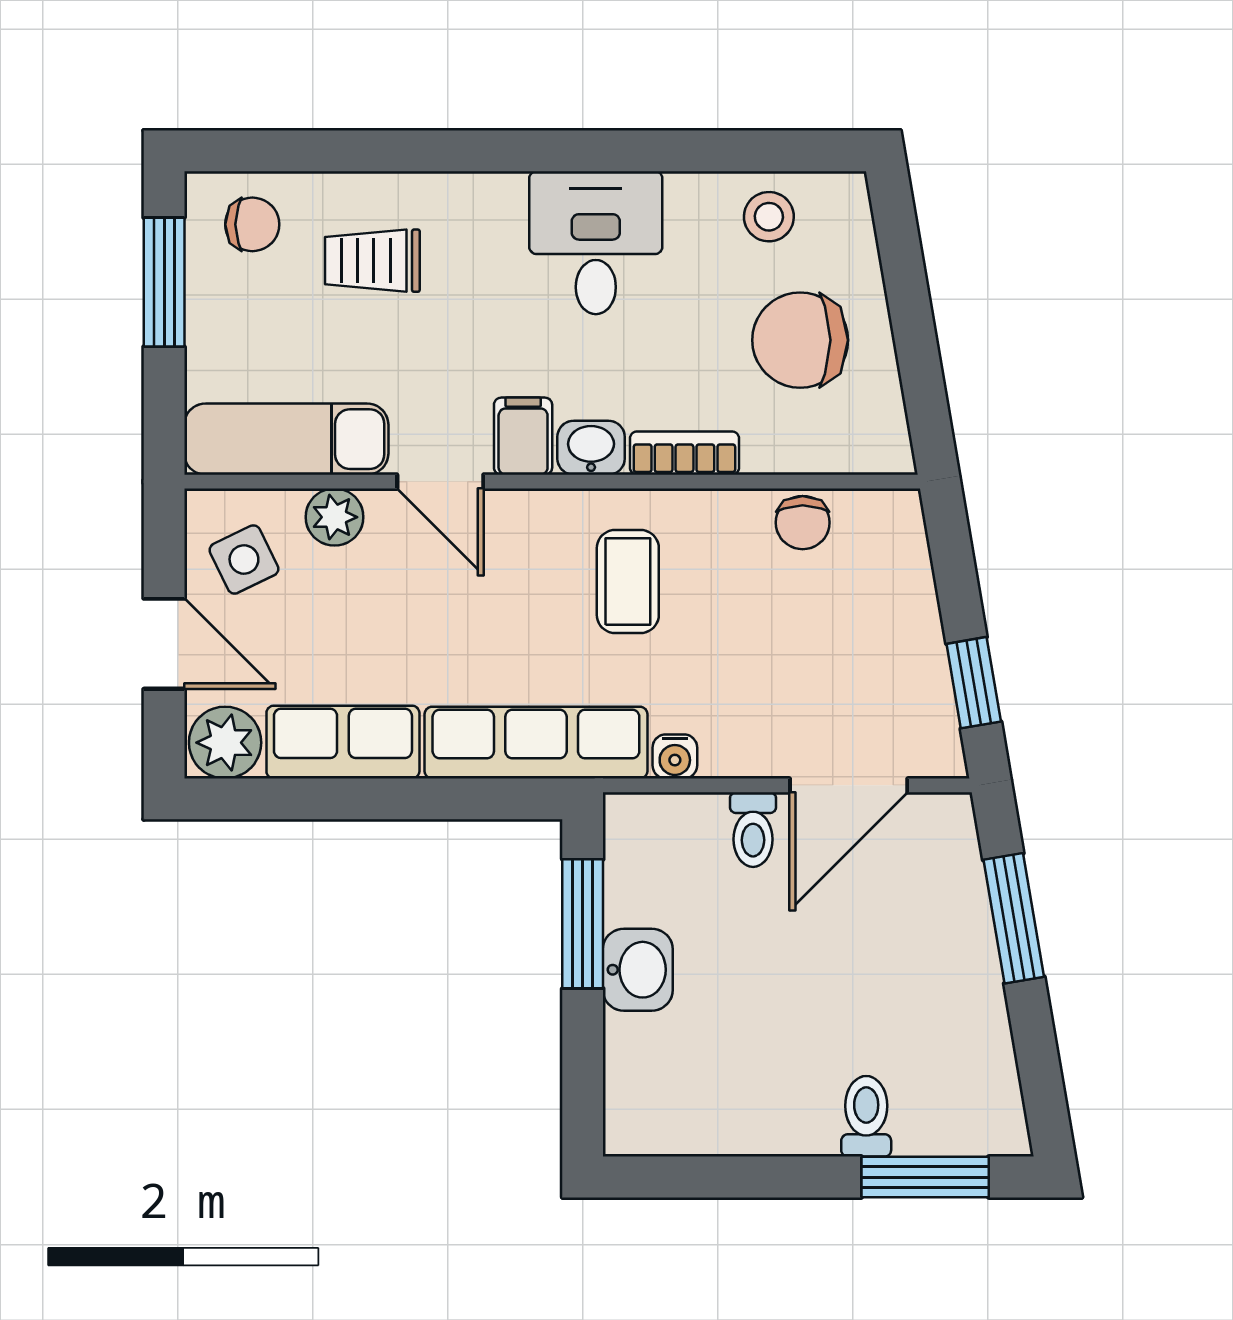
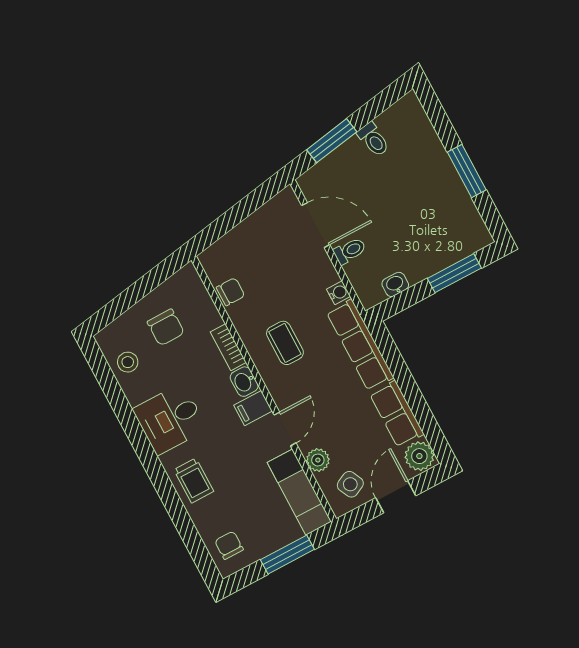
trolley: (372, 261) -> (194, 480), moved
window: (164, 282) -> (287, 555), moved
chair: (800, 340) -> (166, 327), width x0.73, depth x0.73
coffee table: (628, 581) -> (285, 343), turned 90
window: (974, 683) -> (255, 200), removed
window: (583, 924) -> (454, 273), moved
washbasin: (638, 970) -> (395, 284), moved, width x0.72, depth x0.69
toilet: (866, 1116) -> (373, 140), moved, turned -100
window: (925, 1177) -> (467, 171), moved

